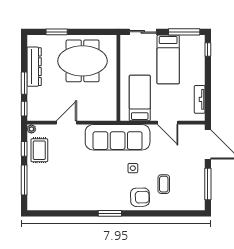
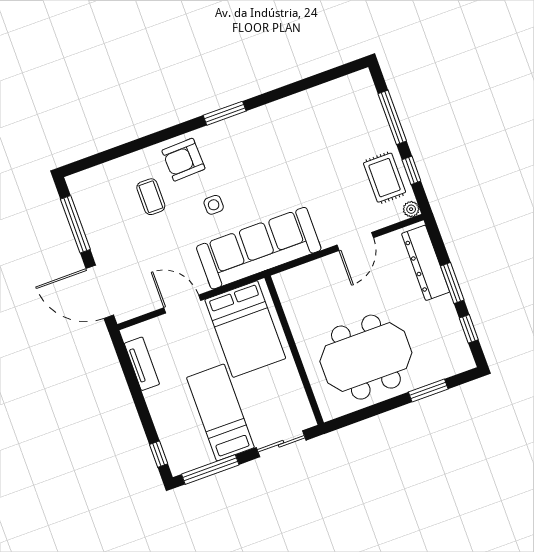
dresser: (34, 67) -> (426, 263), moved
bed: (140, 98) -> (245, 329), width x1.50
window: (24, 109) -> (469, 329), moved

